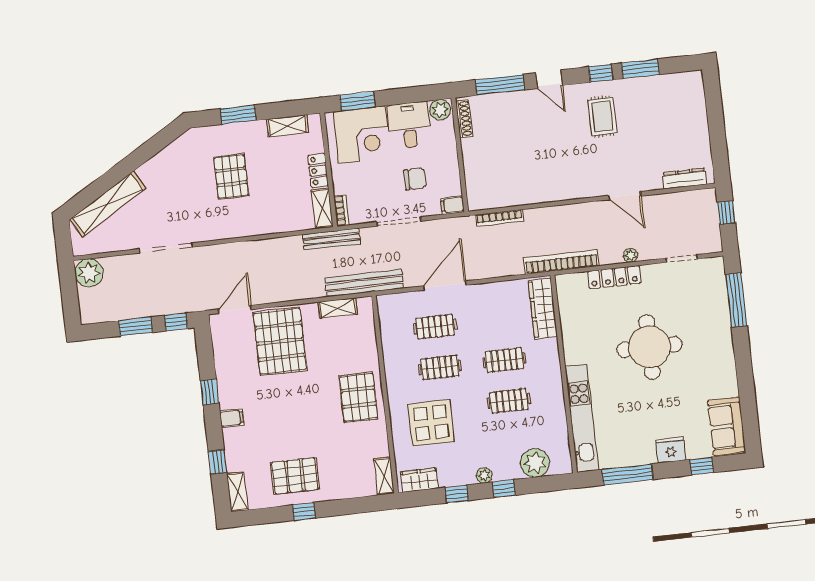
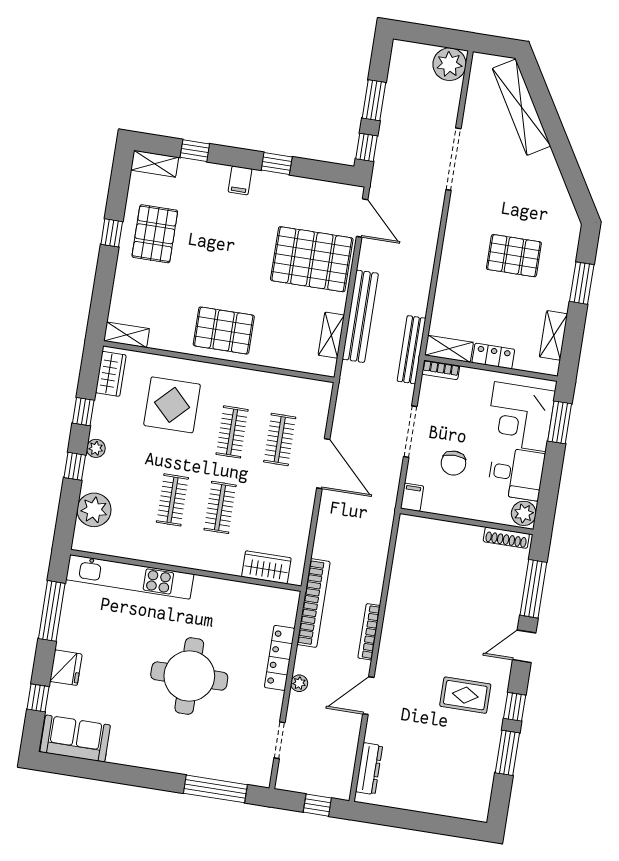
bookcase: (499, 218) -> (369, 632), moved
bench: (364, 283) -> (360, 316), moved
wardrobe: (543, 309) -> (266, 567), width x0.67

